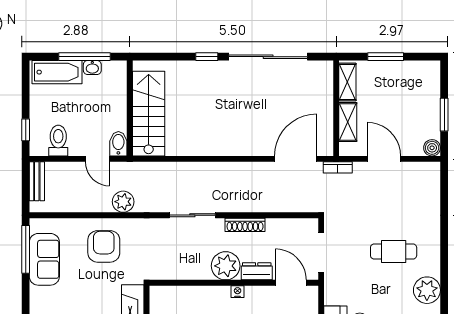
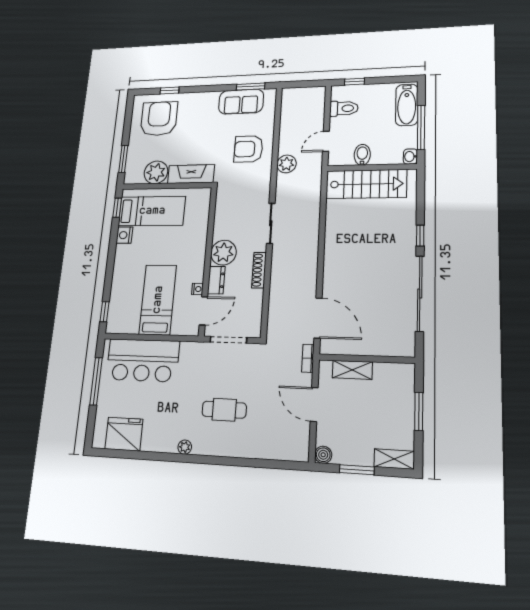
washbasin: (92, 68) -> (410, 157), moved
shelving: (347, 82) -> (394, 459), moved
bidet: (118, 144) -> (362, 155), moved, turned -90
door: (384, 159) -> (314, 404), swing flipped
bench: (37, 181) -> (308, 93), removed
armchair: (104, 246) -> (248, 149), turned 180
window: (26, 249) -> (250, 87), width x0.69
cafe table: (394, 252) -> (224, 410), turned 90
plant: (427, 290) -> (185, 447), width x0.53, depth x0.53
nightstand: (238, 292) -> (197, 289), moved

